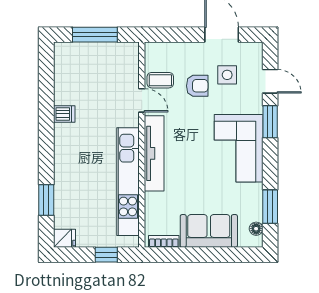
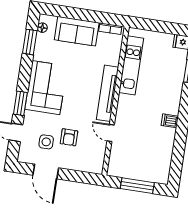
coffee table: (160, 80) -> (95, 145), removed
armchair: (197, 86) -> (69, 137), turned -90
dishwasher: (64, 114) -> (170, 121), moved
kitchen unit: (128, 182) -> (131, 65), width x0.73
window: (106, 255) -> (153, 25), removed

